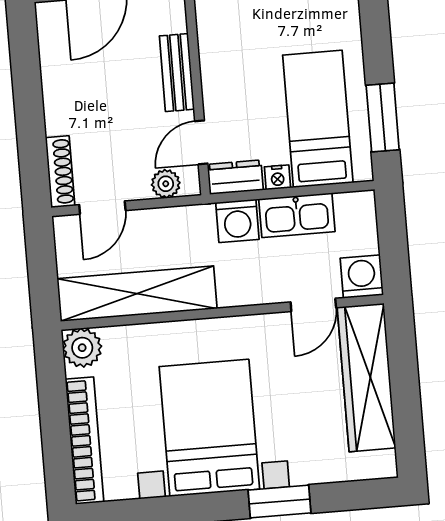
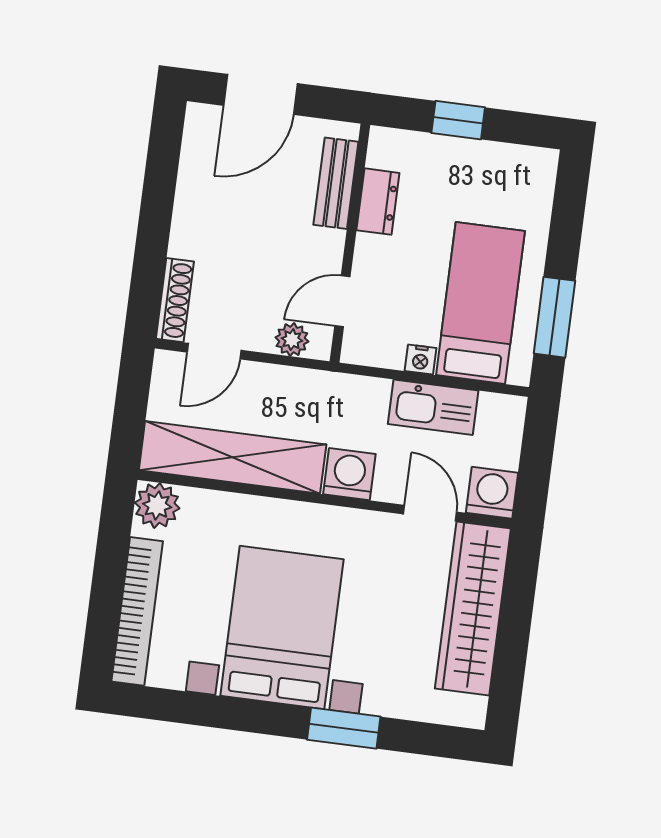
bench: (177, 73) -> (336, 183), moved
dresser: (235, 177) -> (378, 202), moved, turned 90
washing machine: (237, 221) -> (349, 474), moved, turned 180
door: (313, 305) -> (430, 513), swing flipped

